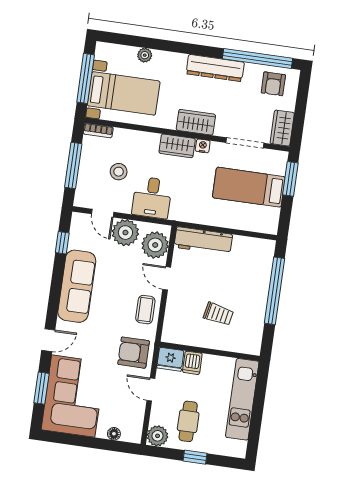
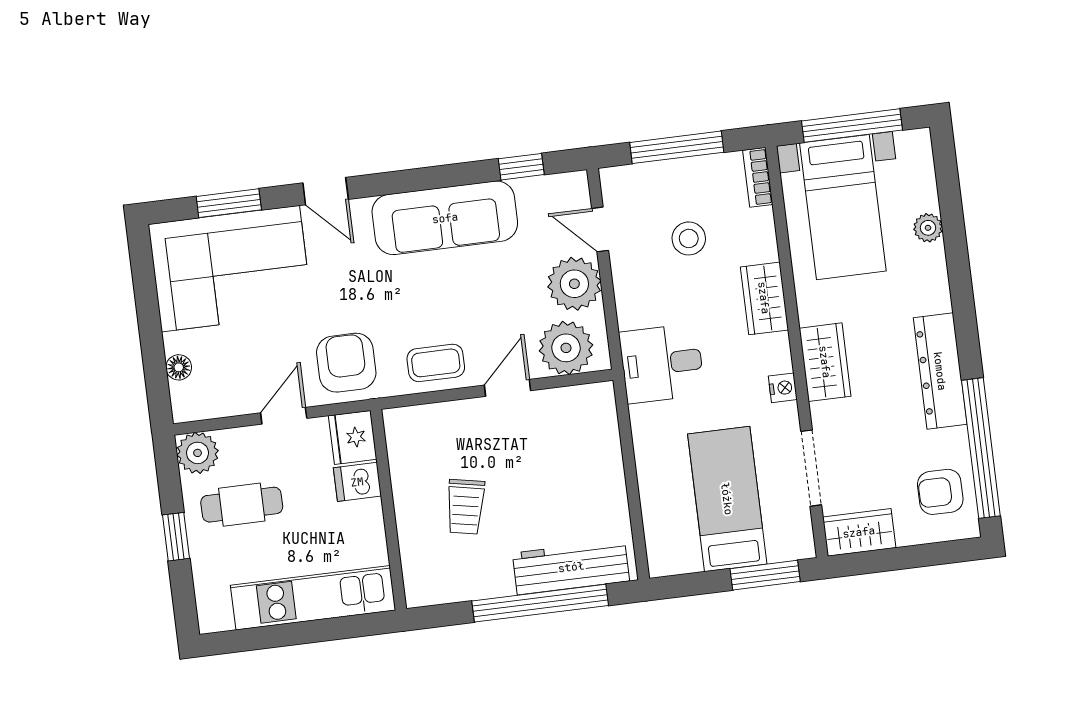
wardrobe: (177, 146) -> (764, 298), moved
desk: (152, 198) -> (662, 363), moved
door: (103, 213) -> (600, 229), hinge flipped
workbench: (203, 241) -> (571, 567), moved, turned 90

